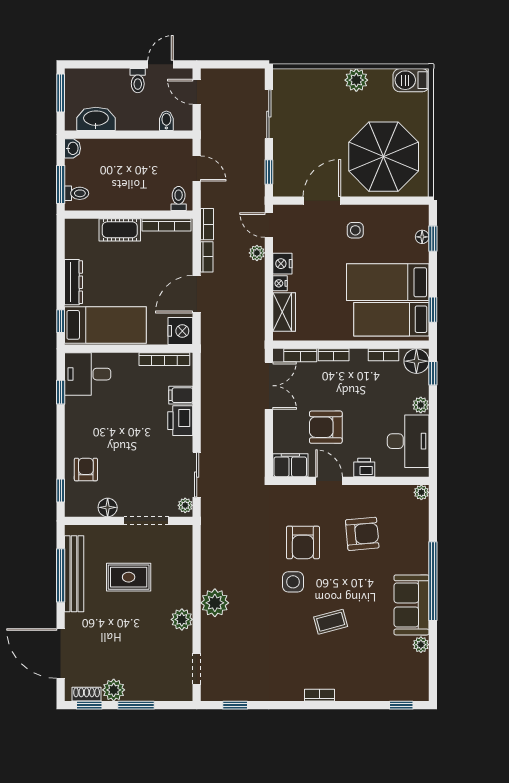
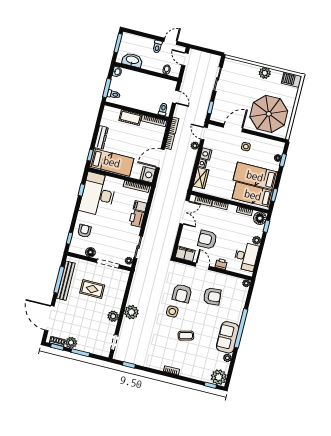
desk: (88, 374) -> (98, 194), width x1.87, depth x1.30
plant: (414, 686) -> (219, 377), added

